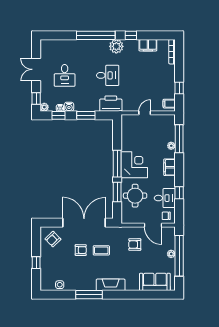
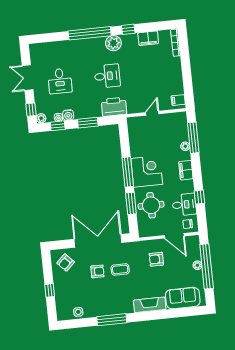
window: (179, 88) -> (187, 82), removed
fireplace: (111, 285) -> (150, 305), moved

